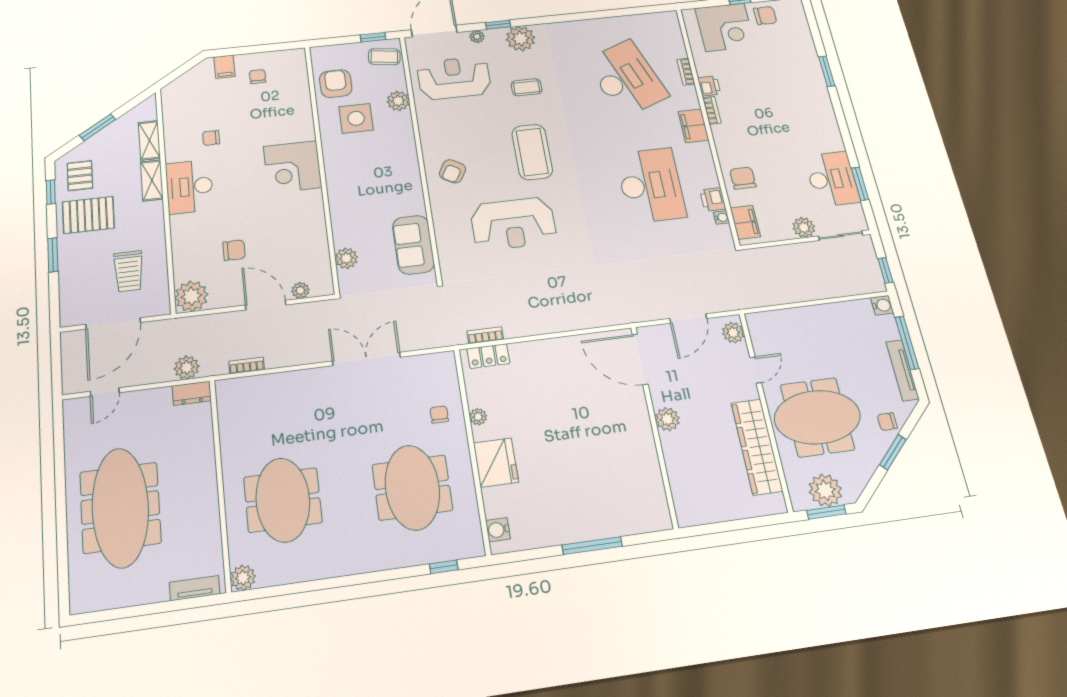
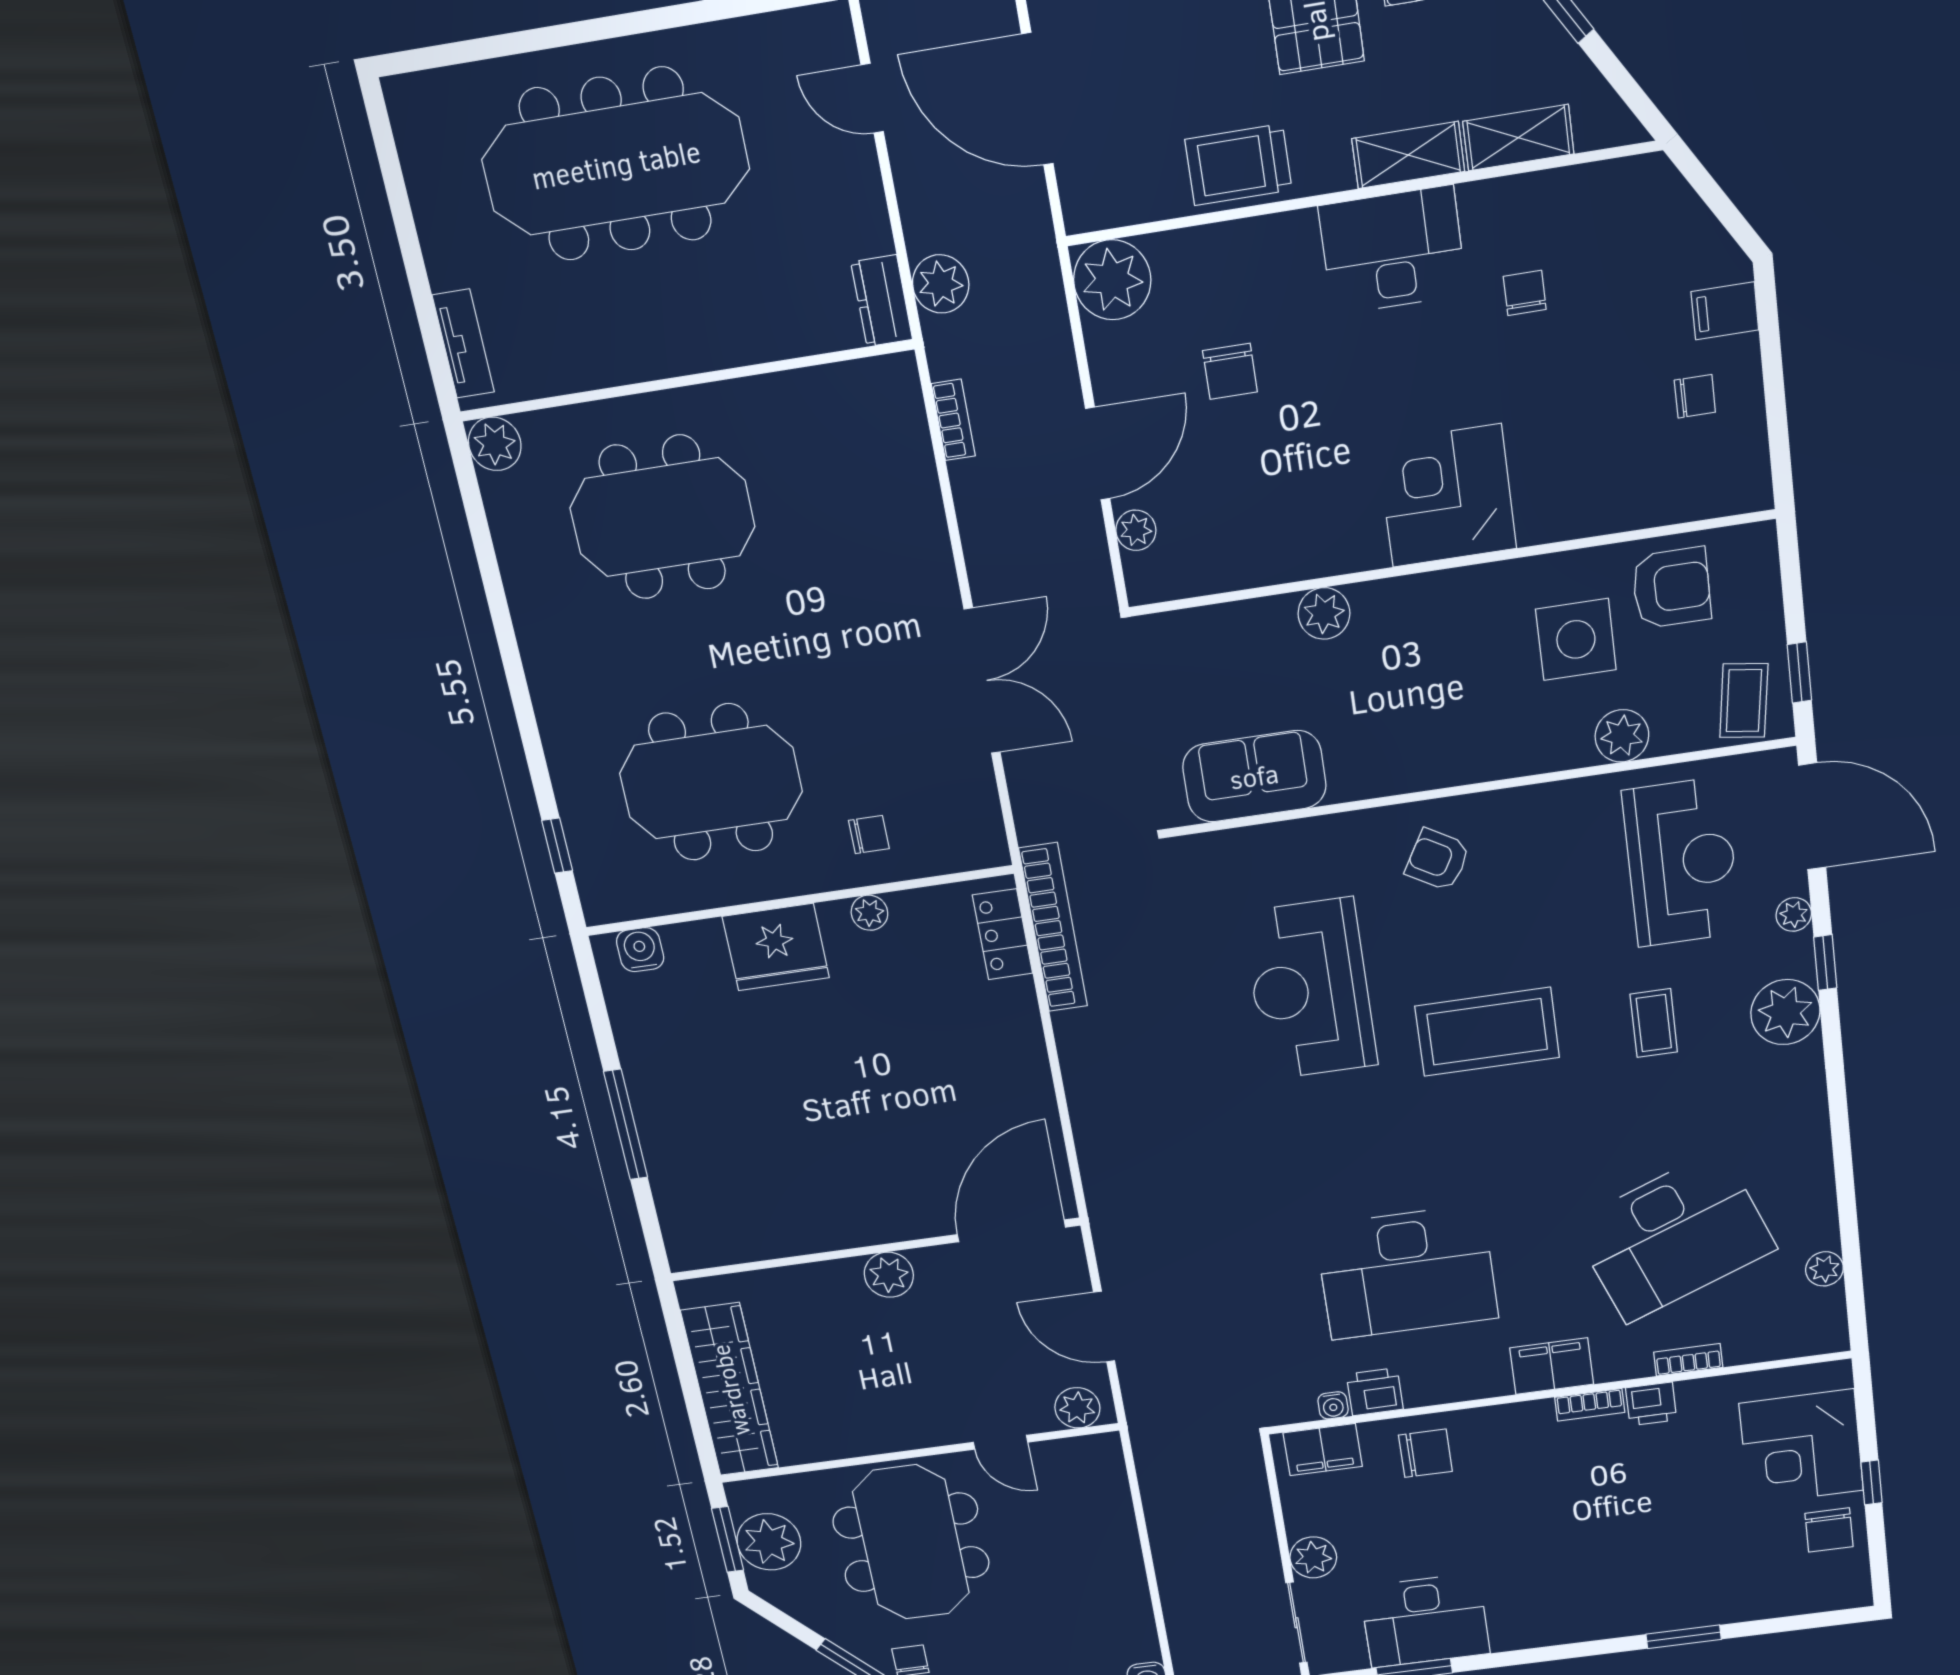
plant: (638, 21) -> (1824, 1269), added
plant: (346, 258) -> (1324, 613), moved
trolley: (129, 271) -> (1238, 165), moved
bookcase: (485, 335) -> (1053, 928), width x2.31, depth x1.31
wardrobe: (757, 447) -> (730, 1390), moved, turned 90

